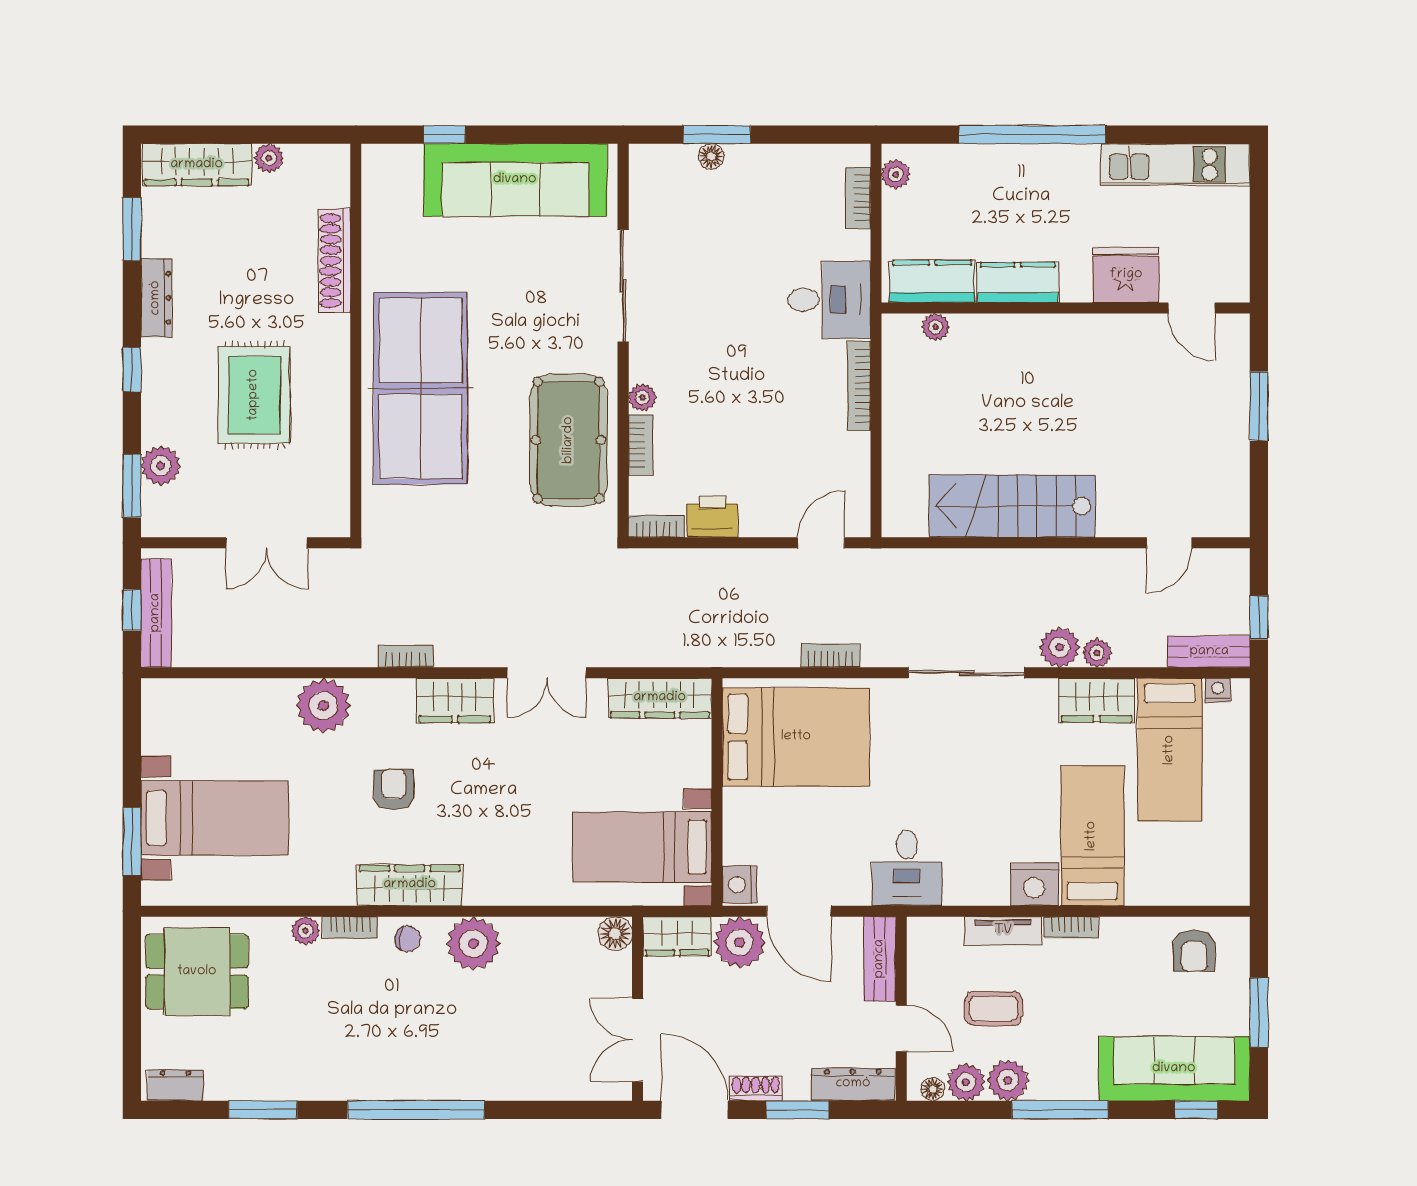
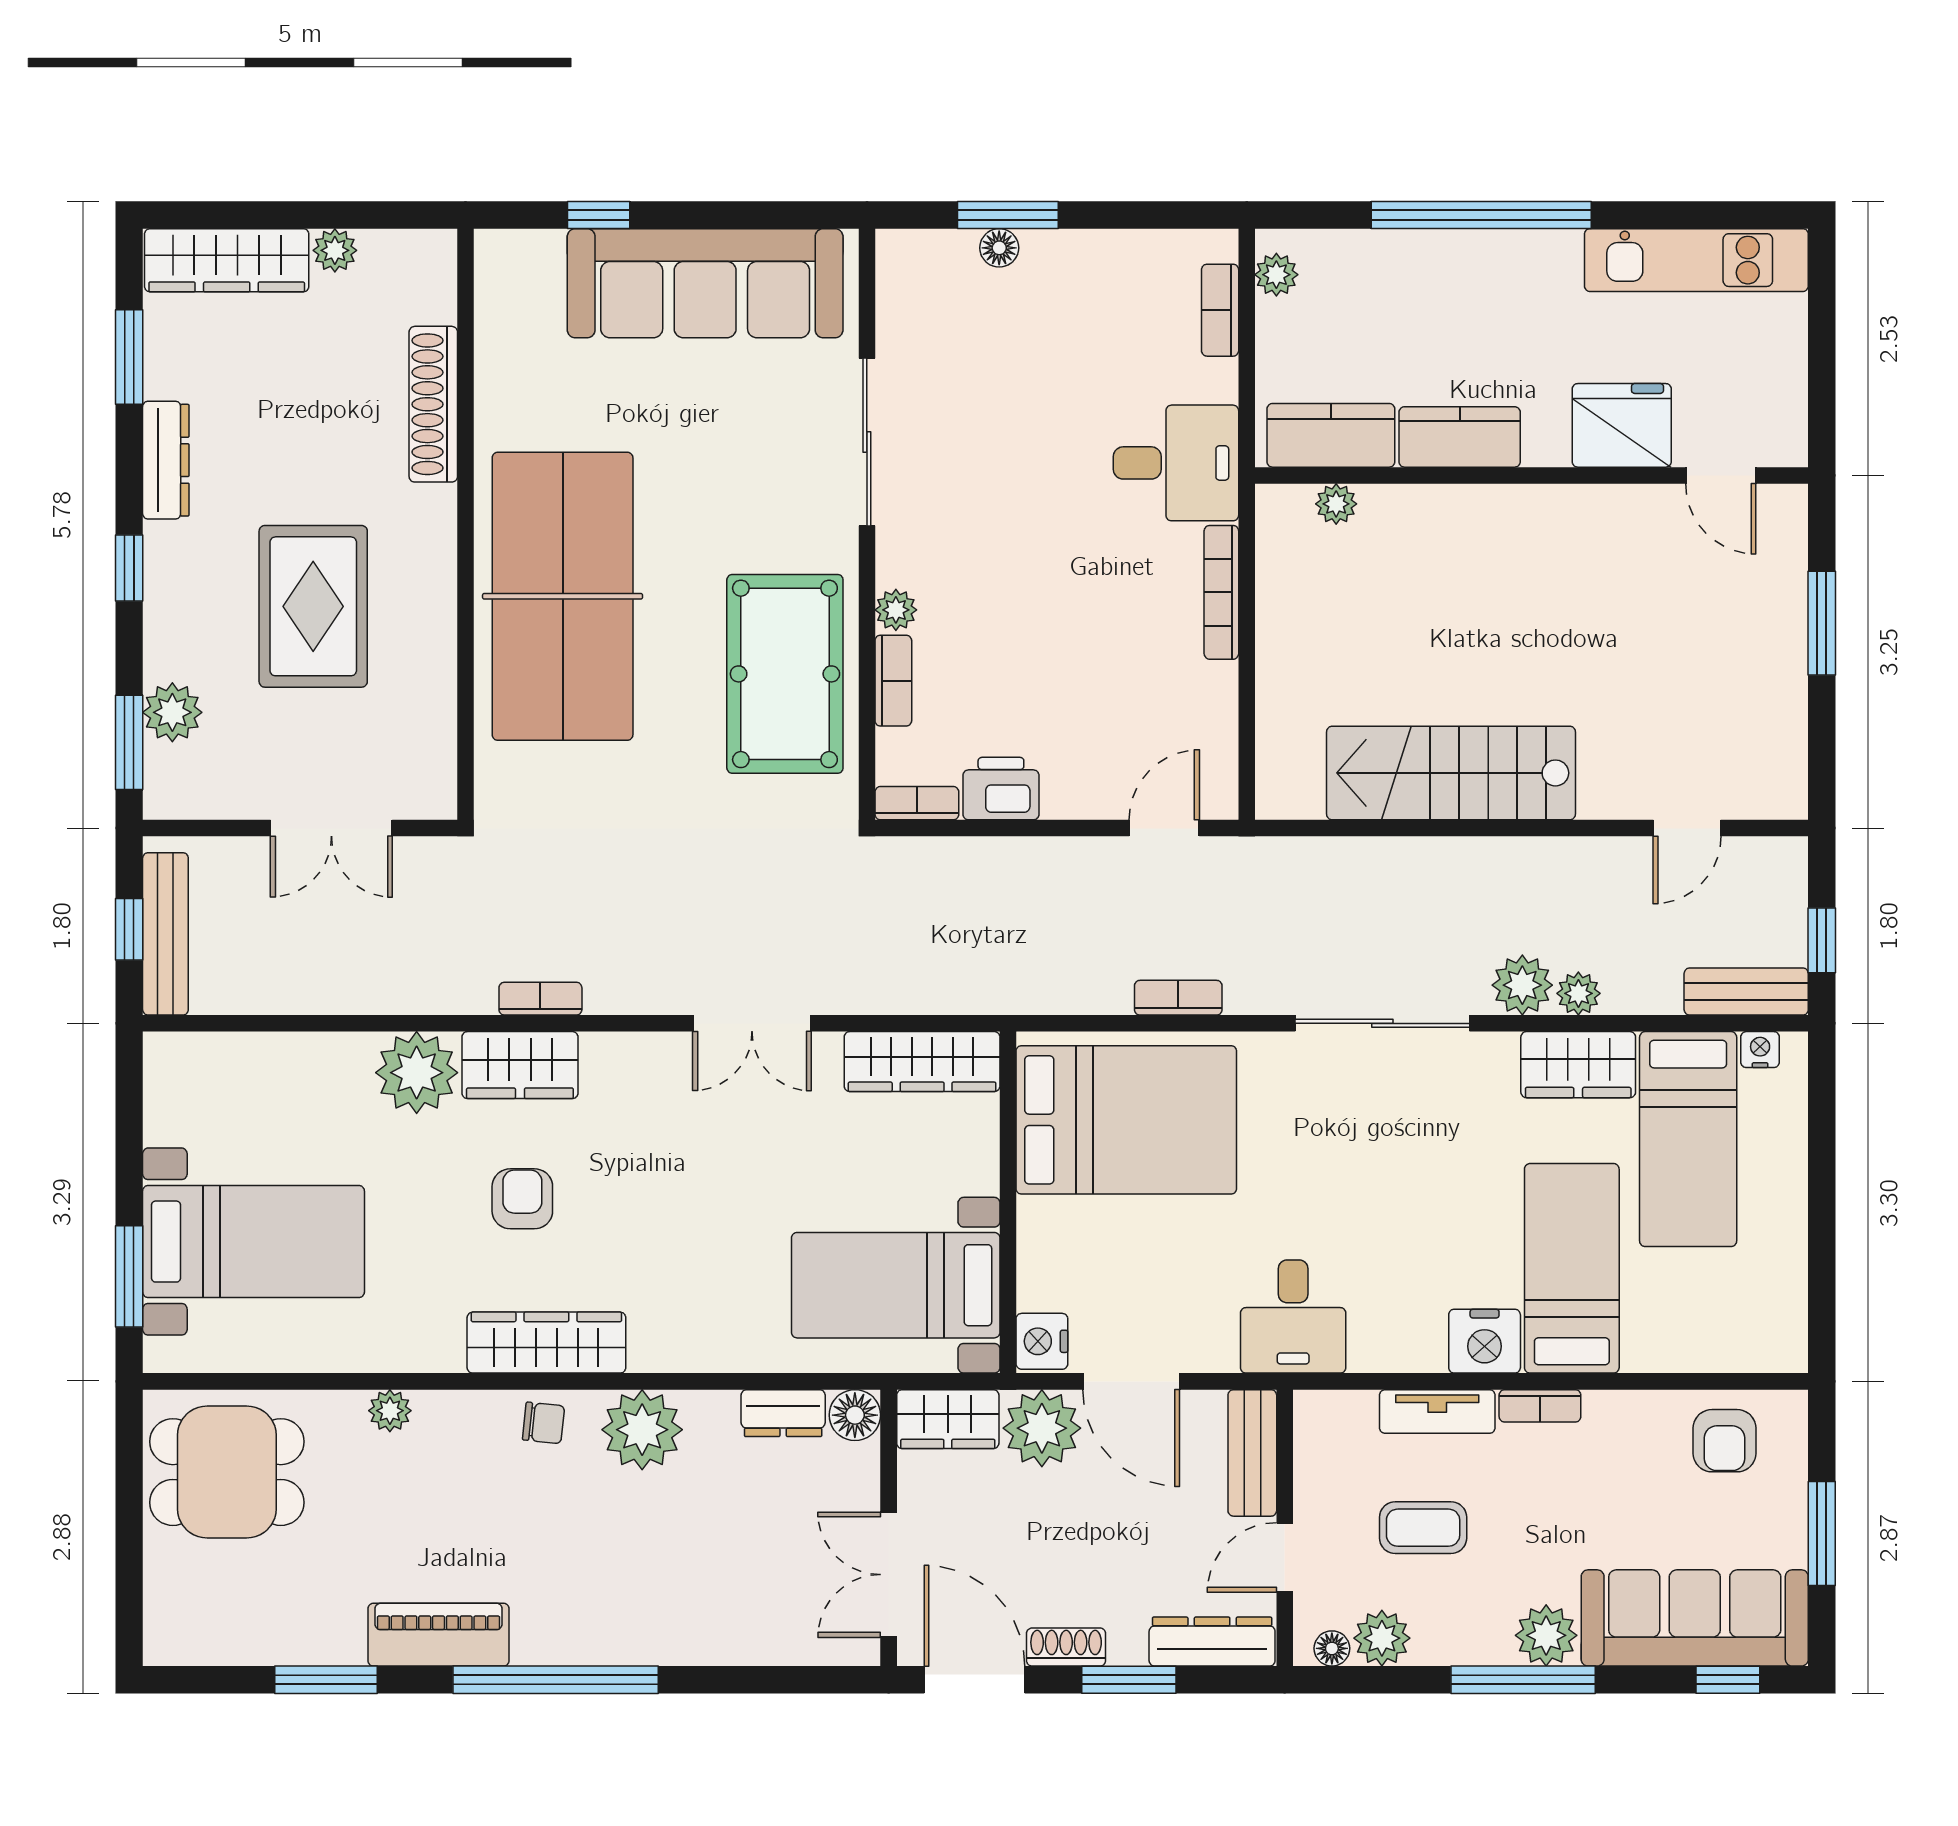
wardrobe: (455, 701) -> (520, 1065), moved
bookcase: (350, 928) -> (457, 1406), removed
door: (901, 1028) -> (1285, 1558), swing flipped
piano: (338, 1080) -> (439, 1635), added
plant: (1008, 1080) -> (1546, 1635), moved
dresser: (176, 1085) -> (783, 1413), moved, turned 180

